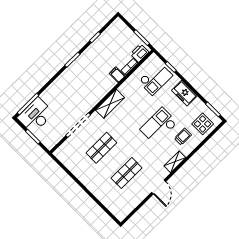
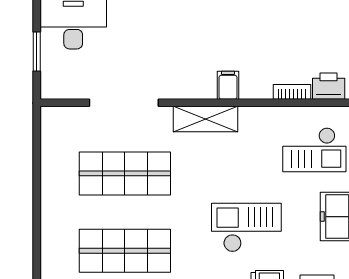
filing cabinet: (117, 75) -> (228, 85), moved
shop shelf: (101, 148) -> (125, 173), width x1.43, depth x1.36
shop shelf: (127, 173) -> (125, 251), width x1.43, depth x1.36

